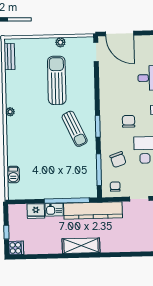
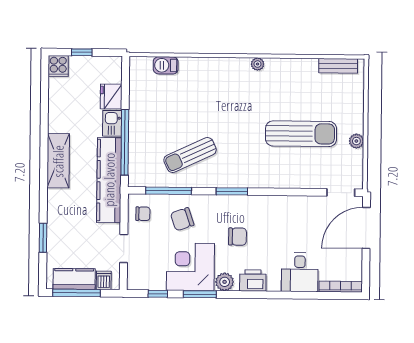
sun lounger: (75, 129) -> (190, 155), moved
window: (134, 254) -> (43, 238), added

